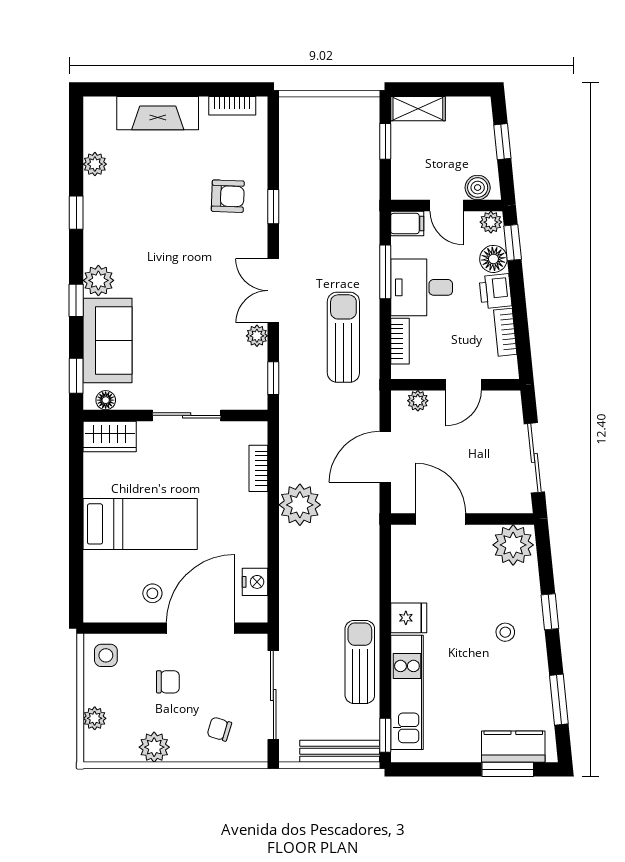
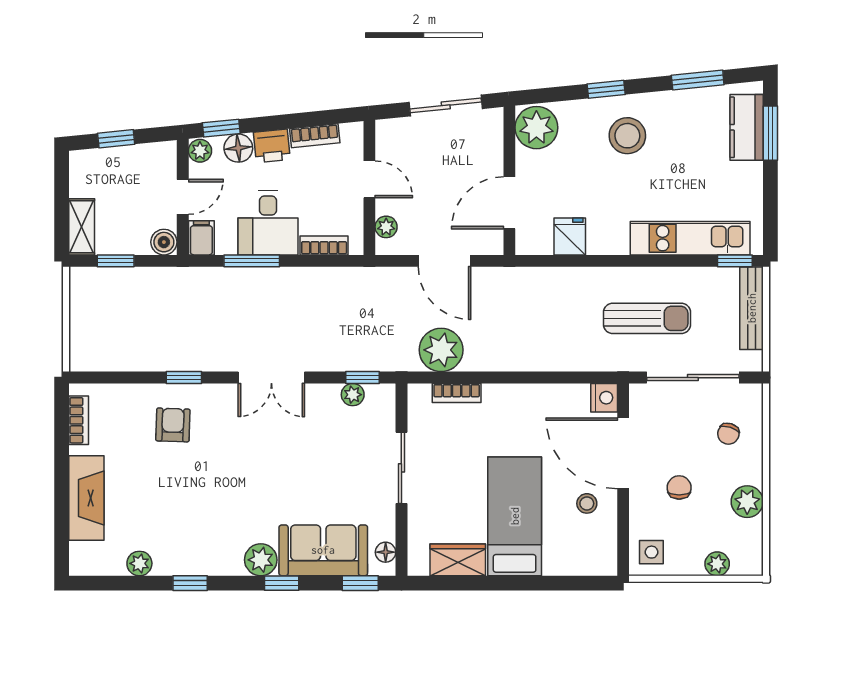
boiler: (478, 188) -> (164, 242), moved
plant: (257, 336) -> (353, 395), moved
sun lounger: (343, 337) -> (320, 304), removed
wardrobe: (110, 436) -> (458, 560), moved, turned -90
plant: (300, 505) -> (441, 350), moved
nightstand: (255, 582) -> (604, 398), moved, turned 90
fridge: (409, 618) -> (570, 236), moved
stool: (505, 632) -> (627, 136), width x1.89, depth x1.89
sun lounger: (360, 662) -> (647, 318), moved, turned 180

